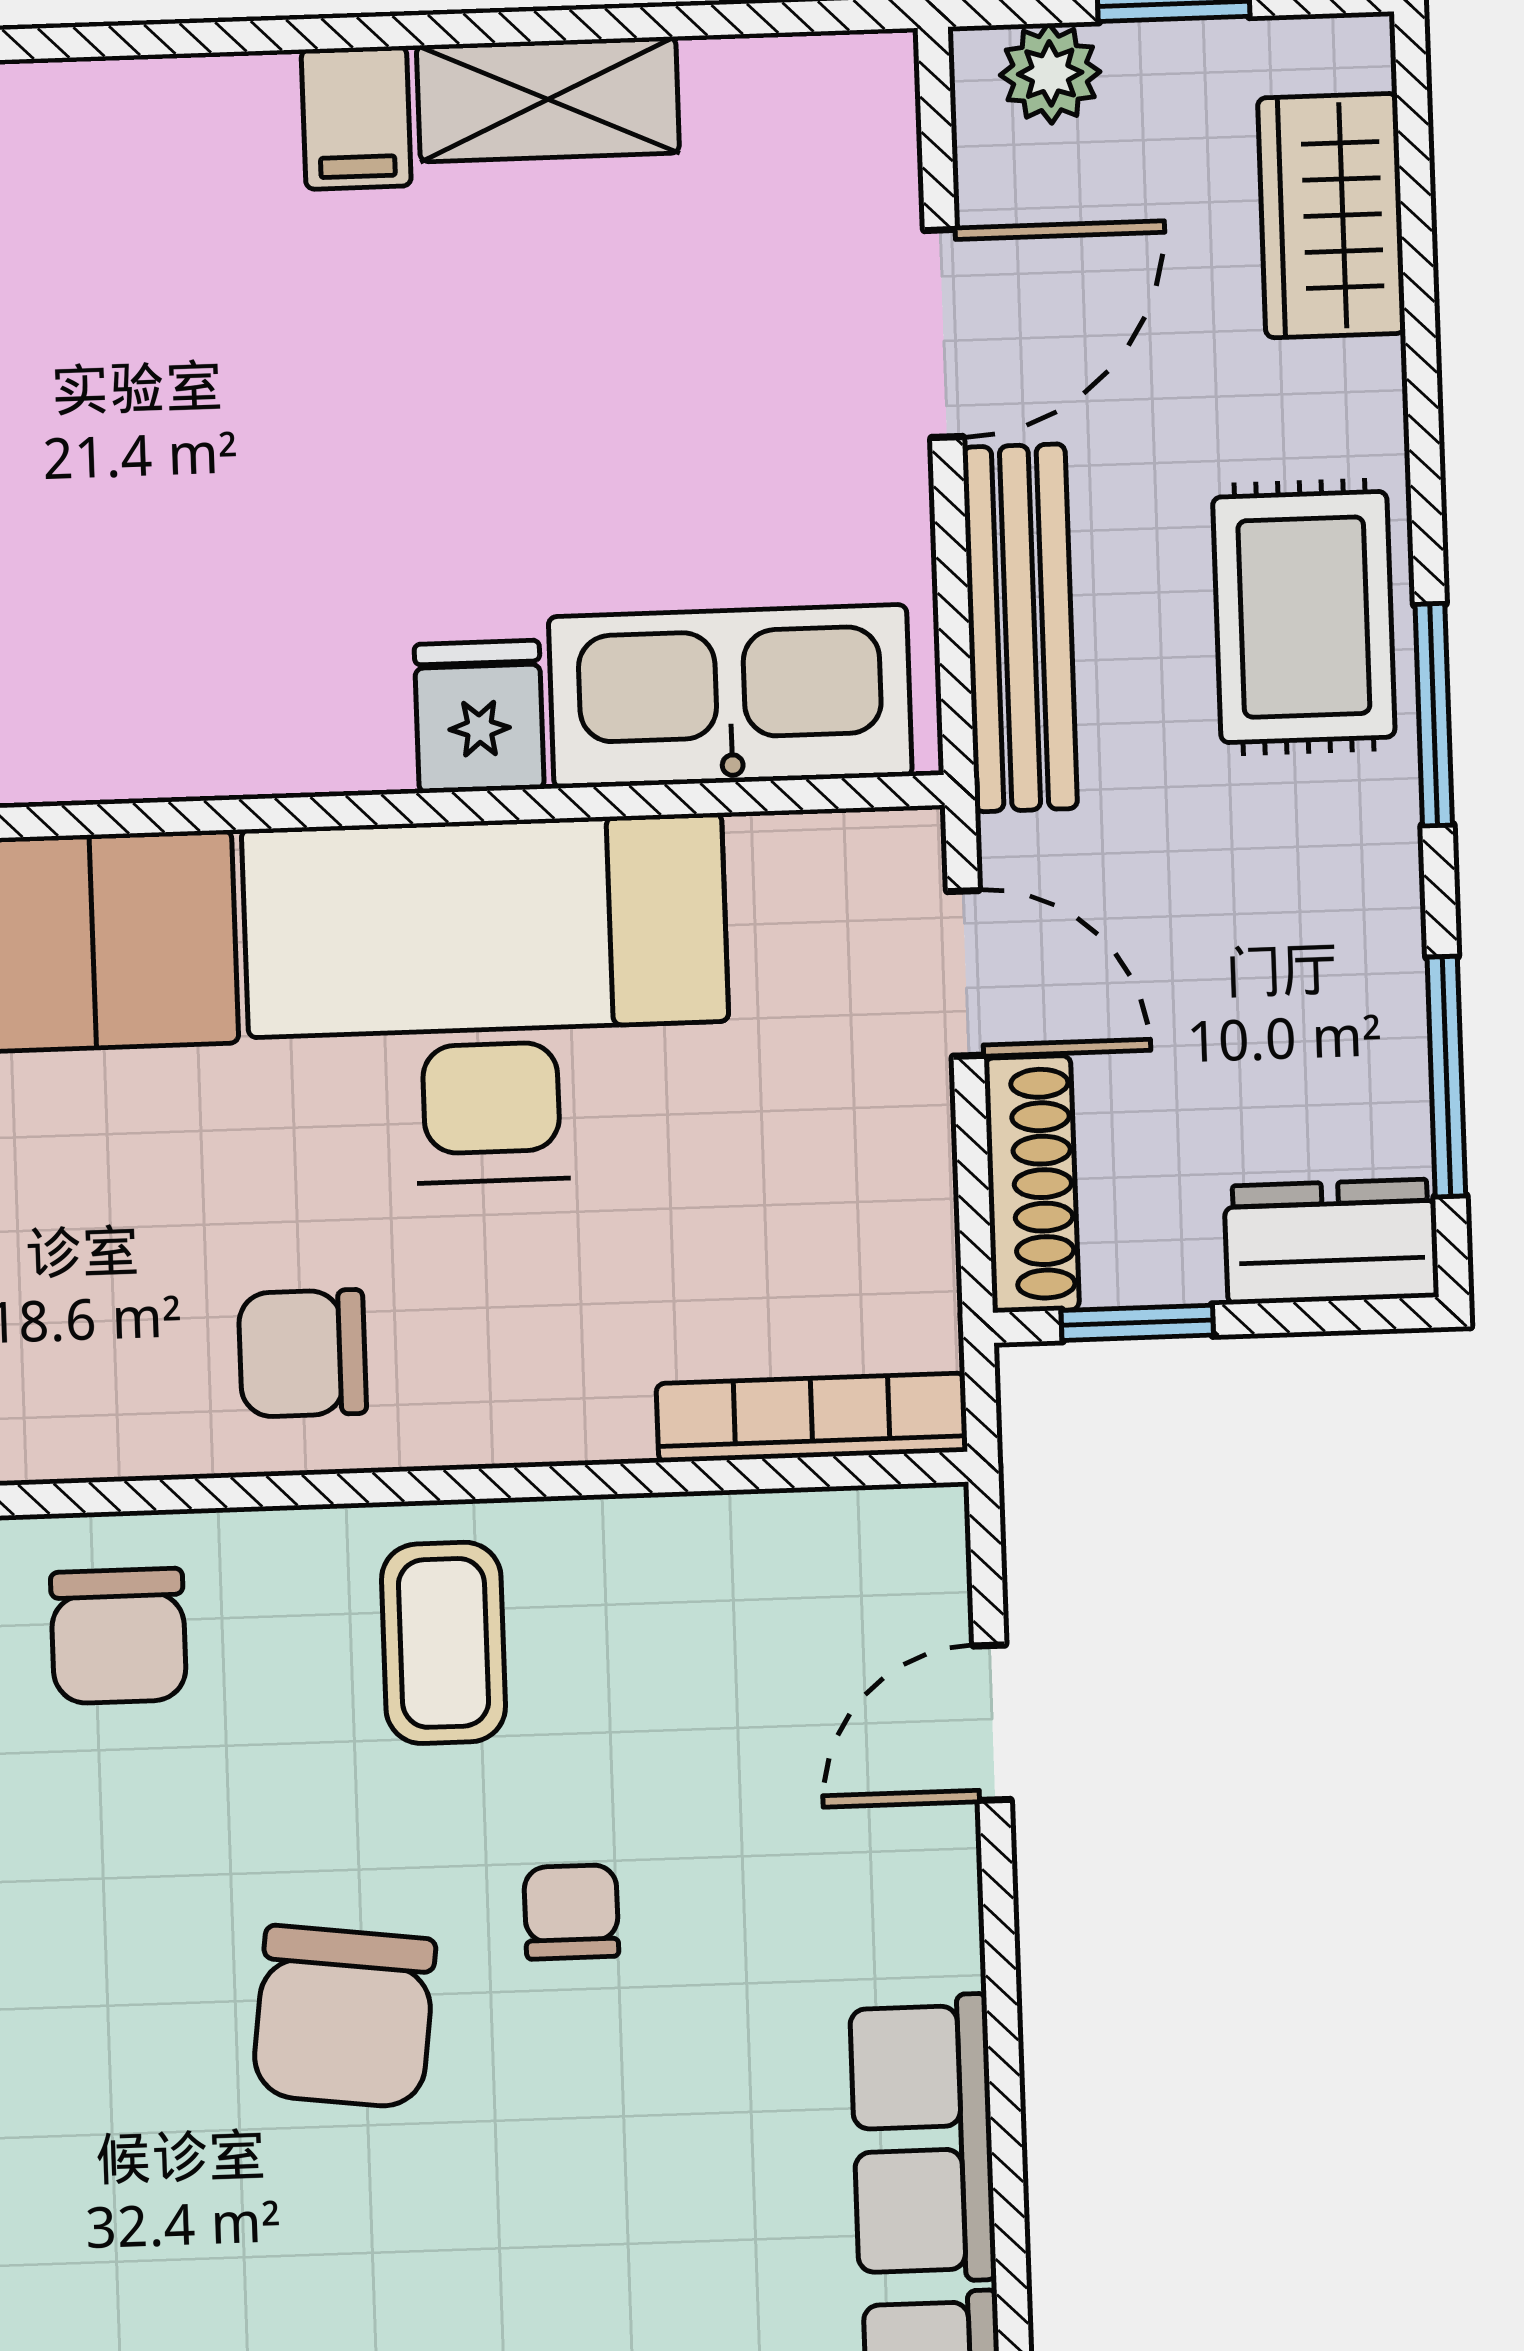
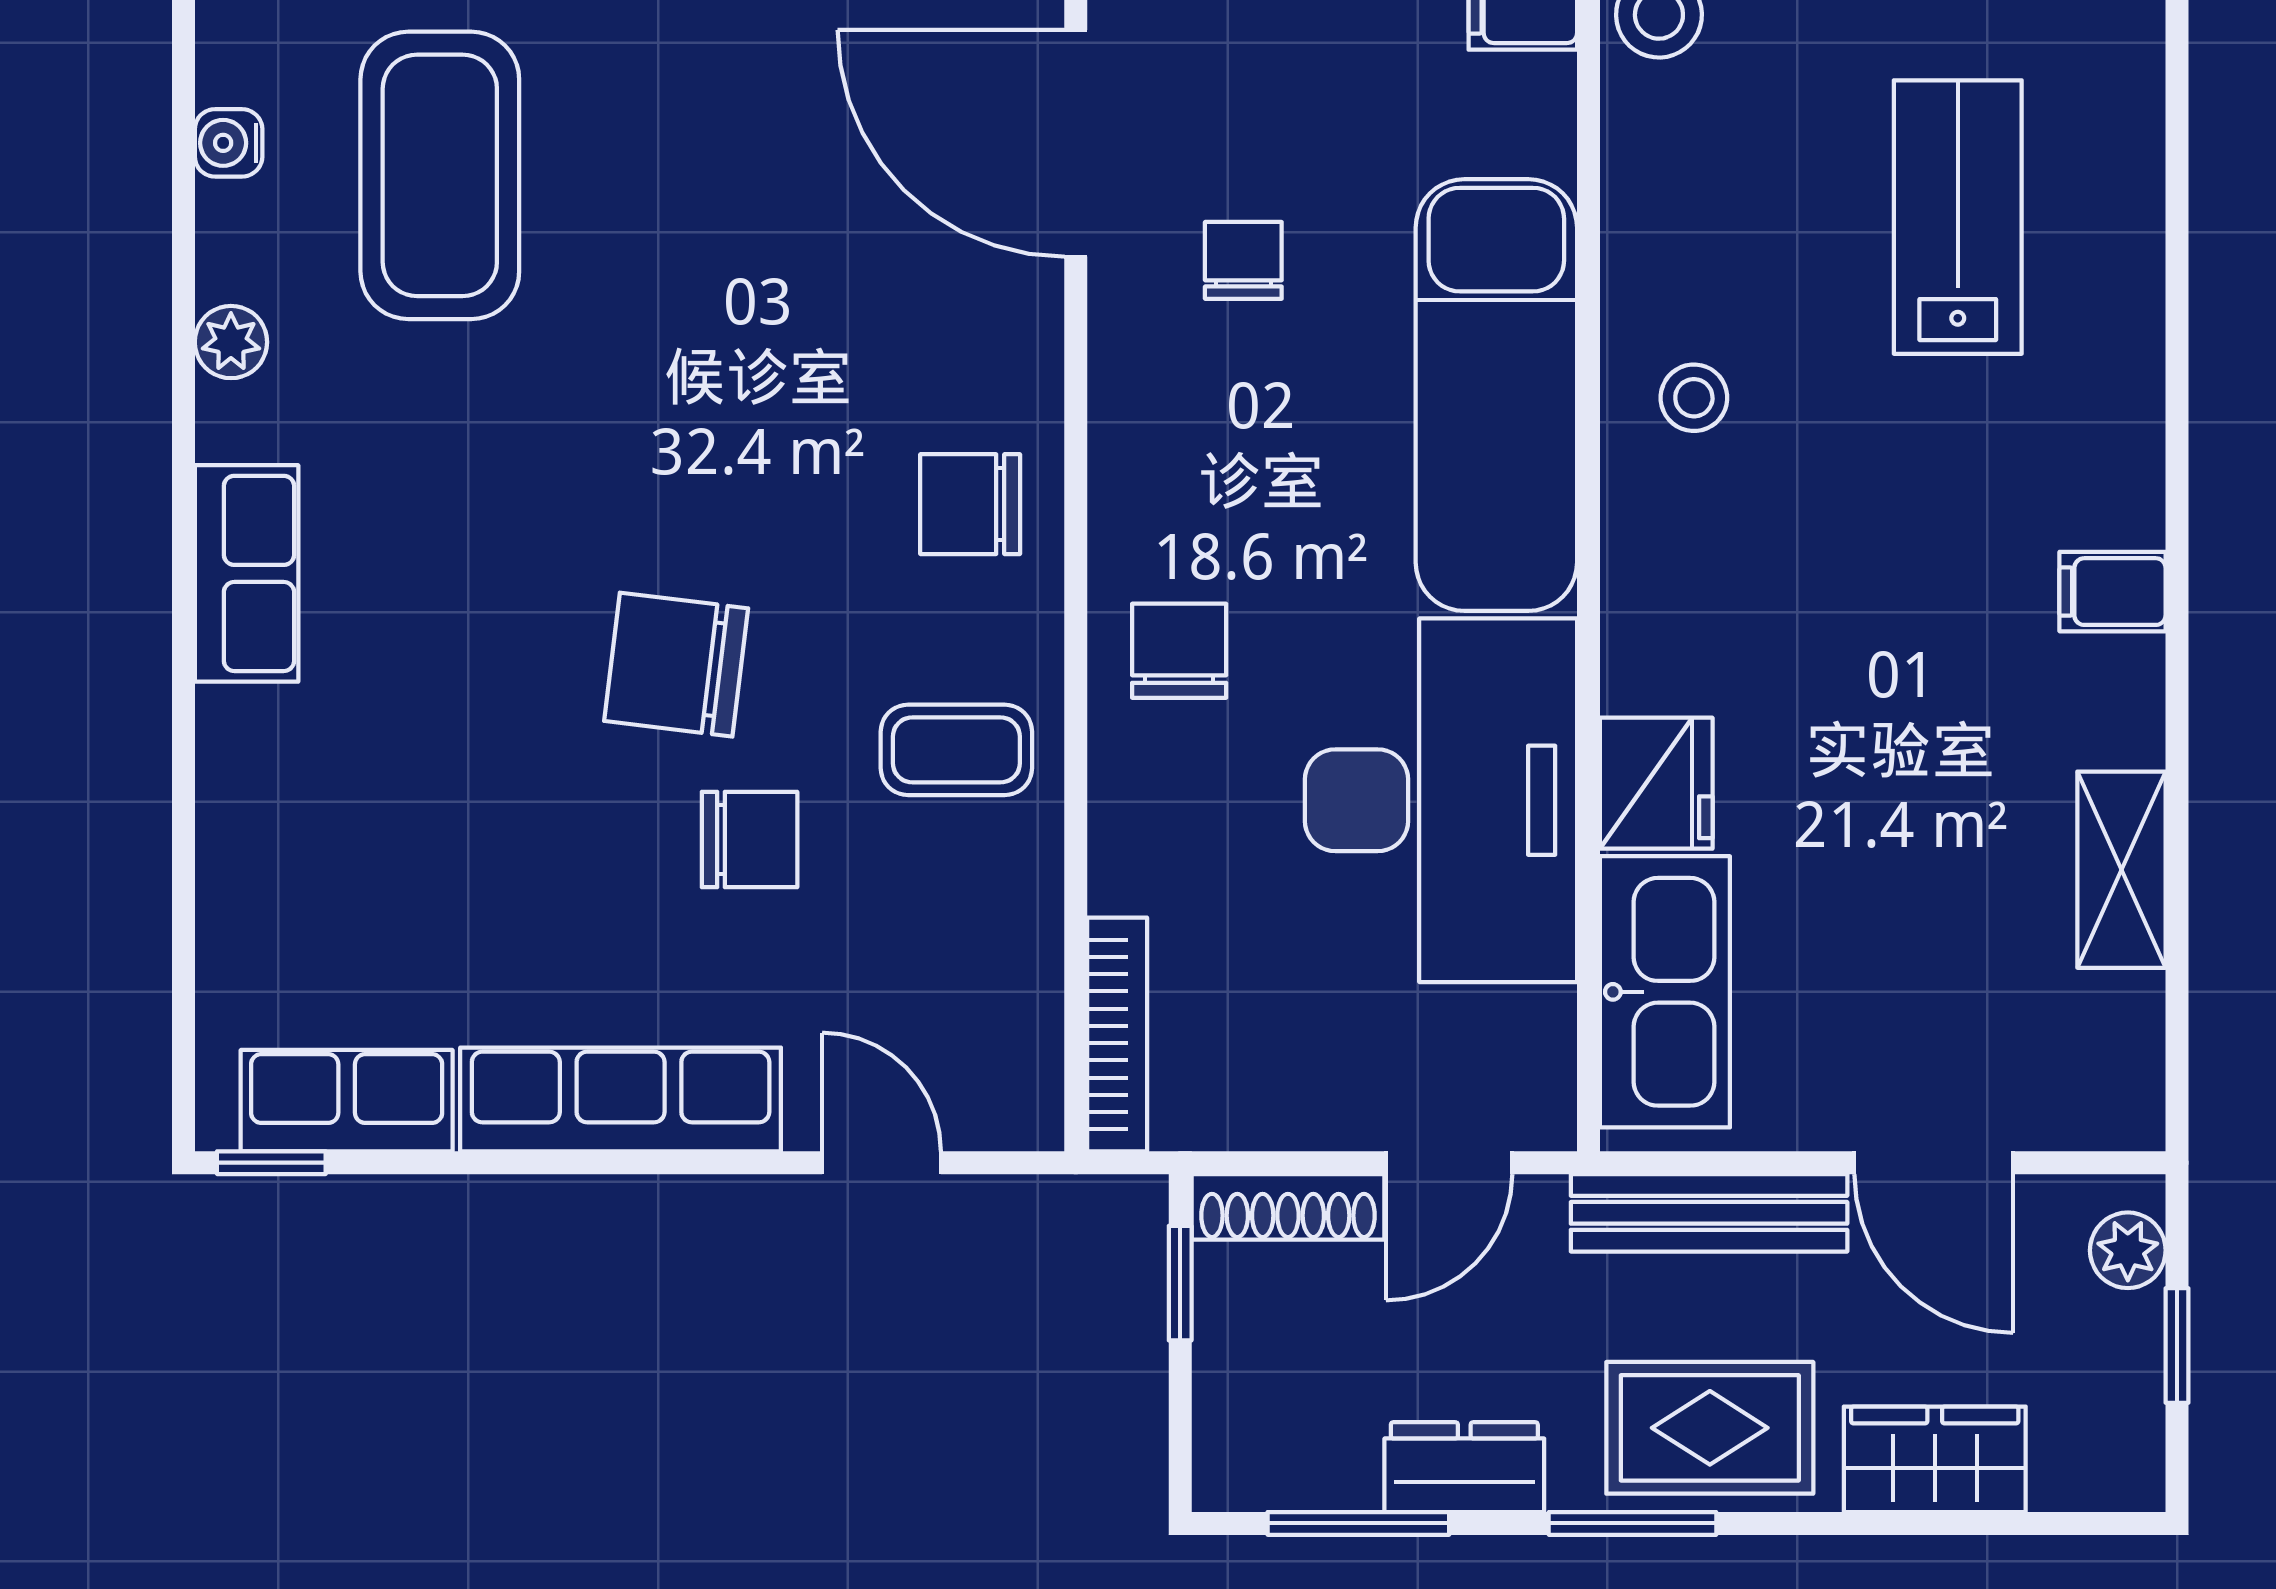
filing cabinet: (356, 118) -> (2113, 592), moved
wardrobe: (1331, 216) -> (1935, 1459), moved
fridge: (479, 717) -> (1656, 783), width x1.38
dresser: (1331, 1242) -> (1464, 1467), moved, turned -90
chair: (571, 1912) -> (750, 839), width x1.37, depth x1.37
row of seats: (923, 2139) -> (621, 1099), width x1.48

